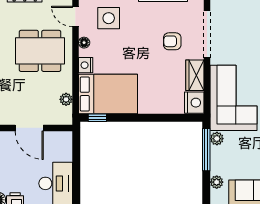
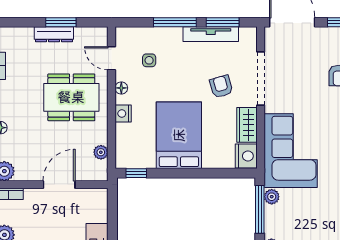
side table: (109, 18) -> (149, 60), width x0.54, depth x0.54
armchair: (172, 41) -> (221, 86), turned 74
bed: (108, 94) -> (179, 135), moved, turned -90
door: (29, 128) -> (59, 185), swing flipped

